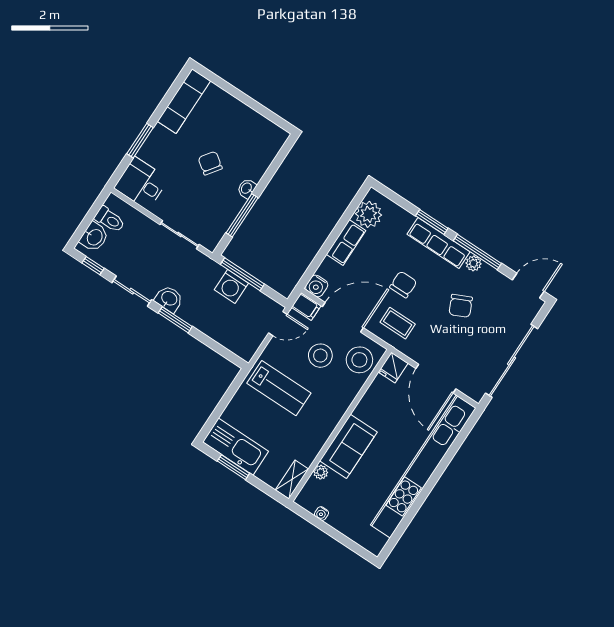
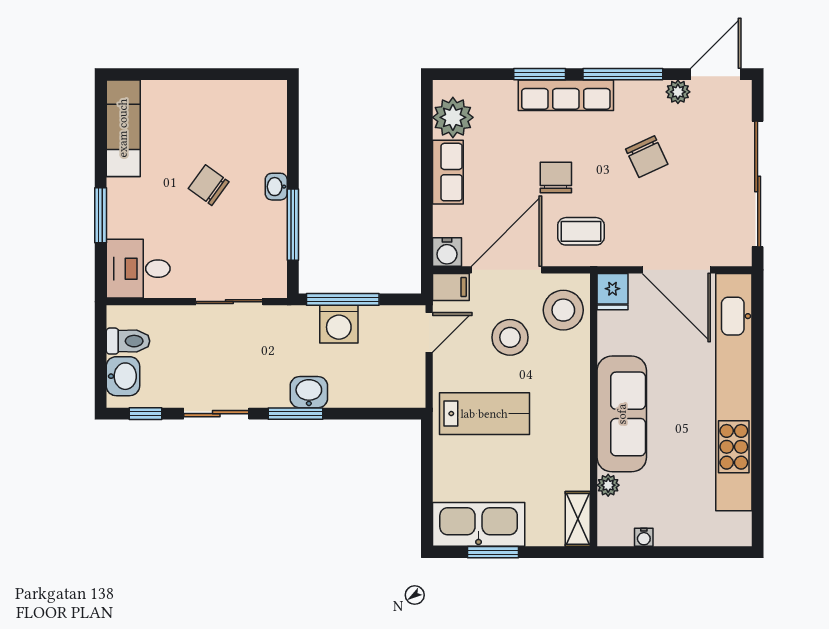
plant: (474, 263) -> (678, 92), moved
washbasin: (169, 299) -> (309, 392), moved
sofa: (348, 446) -> (622, 414), width x1.36

